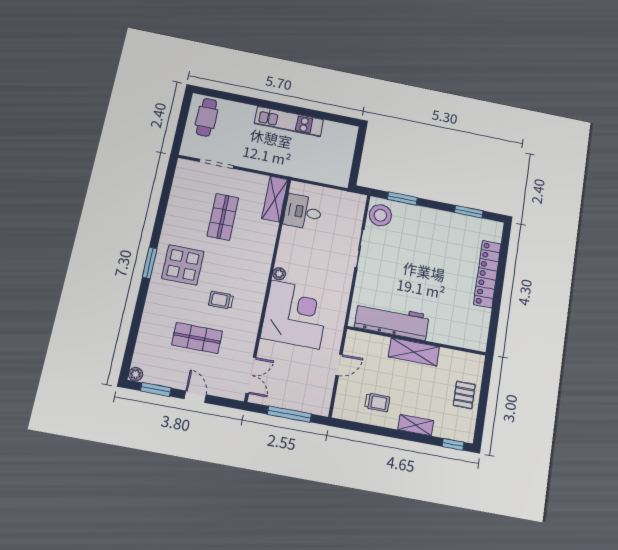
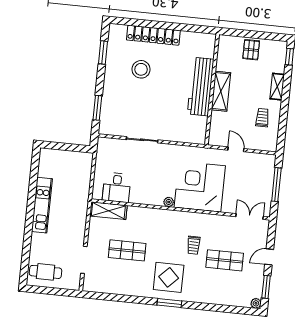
stool: (380, 215) -> (141, 69), moved
workbench: (392, 321) -> (201, 87), moved
shop shelf: (197, 338) -> (225, 260), turned 90
pallet: (464, 395) -> (251, 50), turned 90

